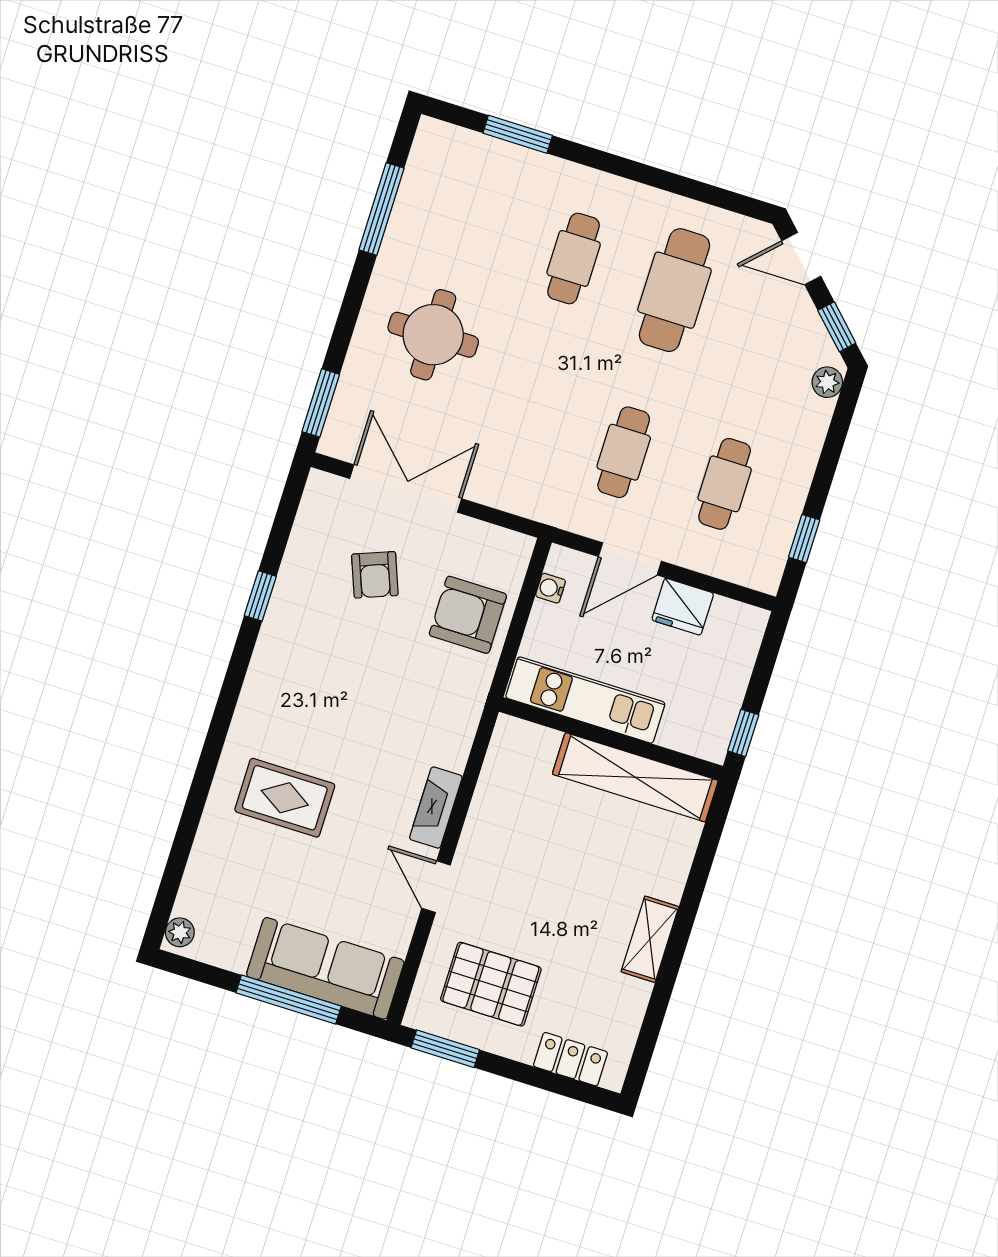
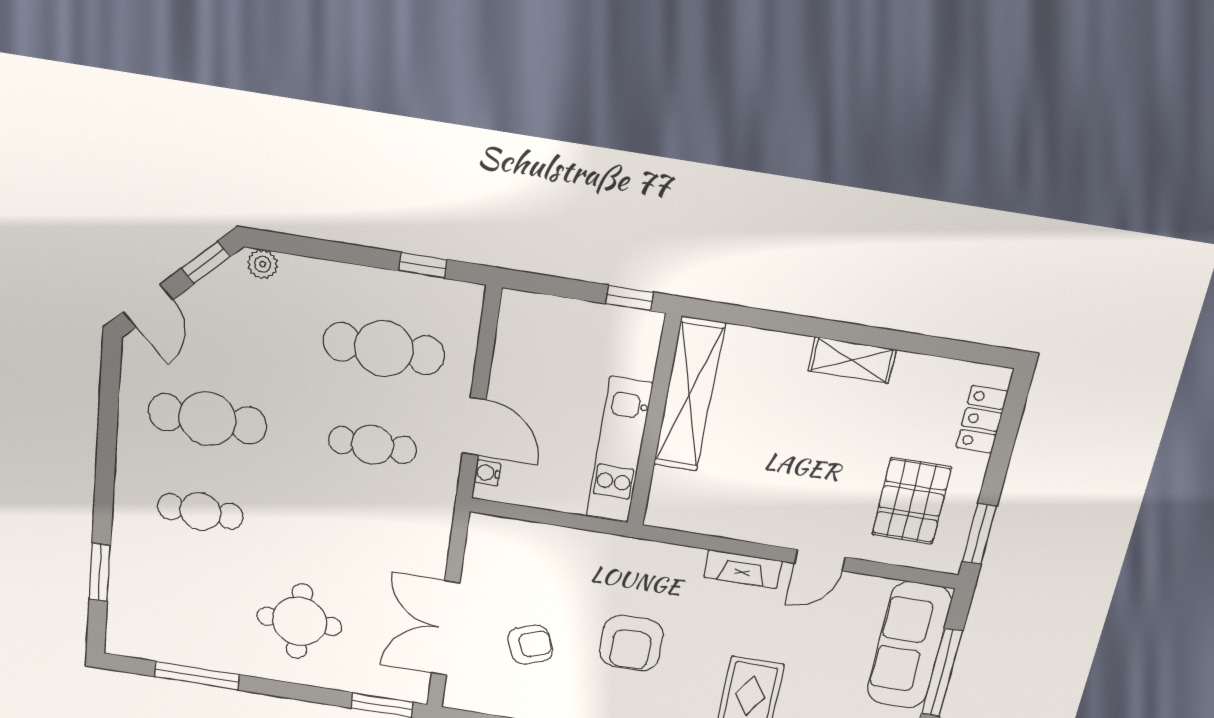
cafe table: (725, 484) -> (384, 349), width x1.37, depth x1.35
water cooler: (551, 588) -> (487, 473), moved, turned 90
fridge: (683, 607) -> (512, 372), removed
armchair: (468, 615) -> (631, 643), moved

